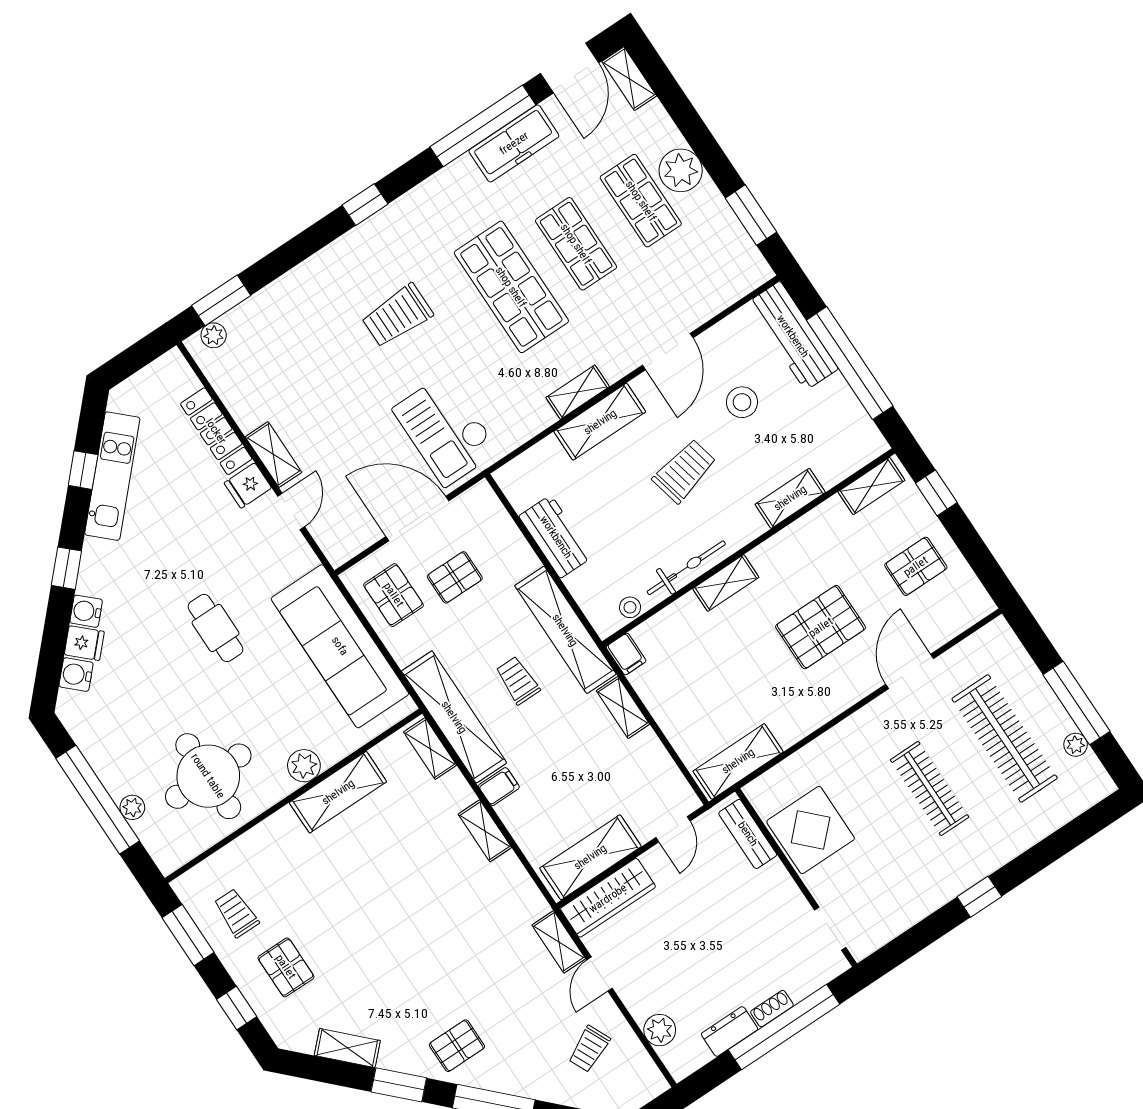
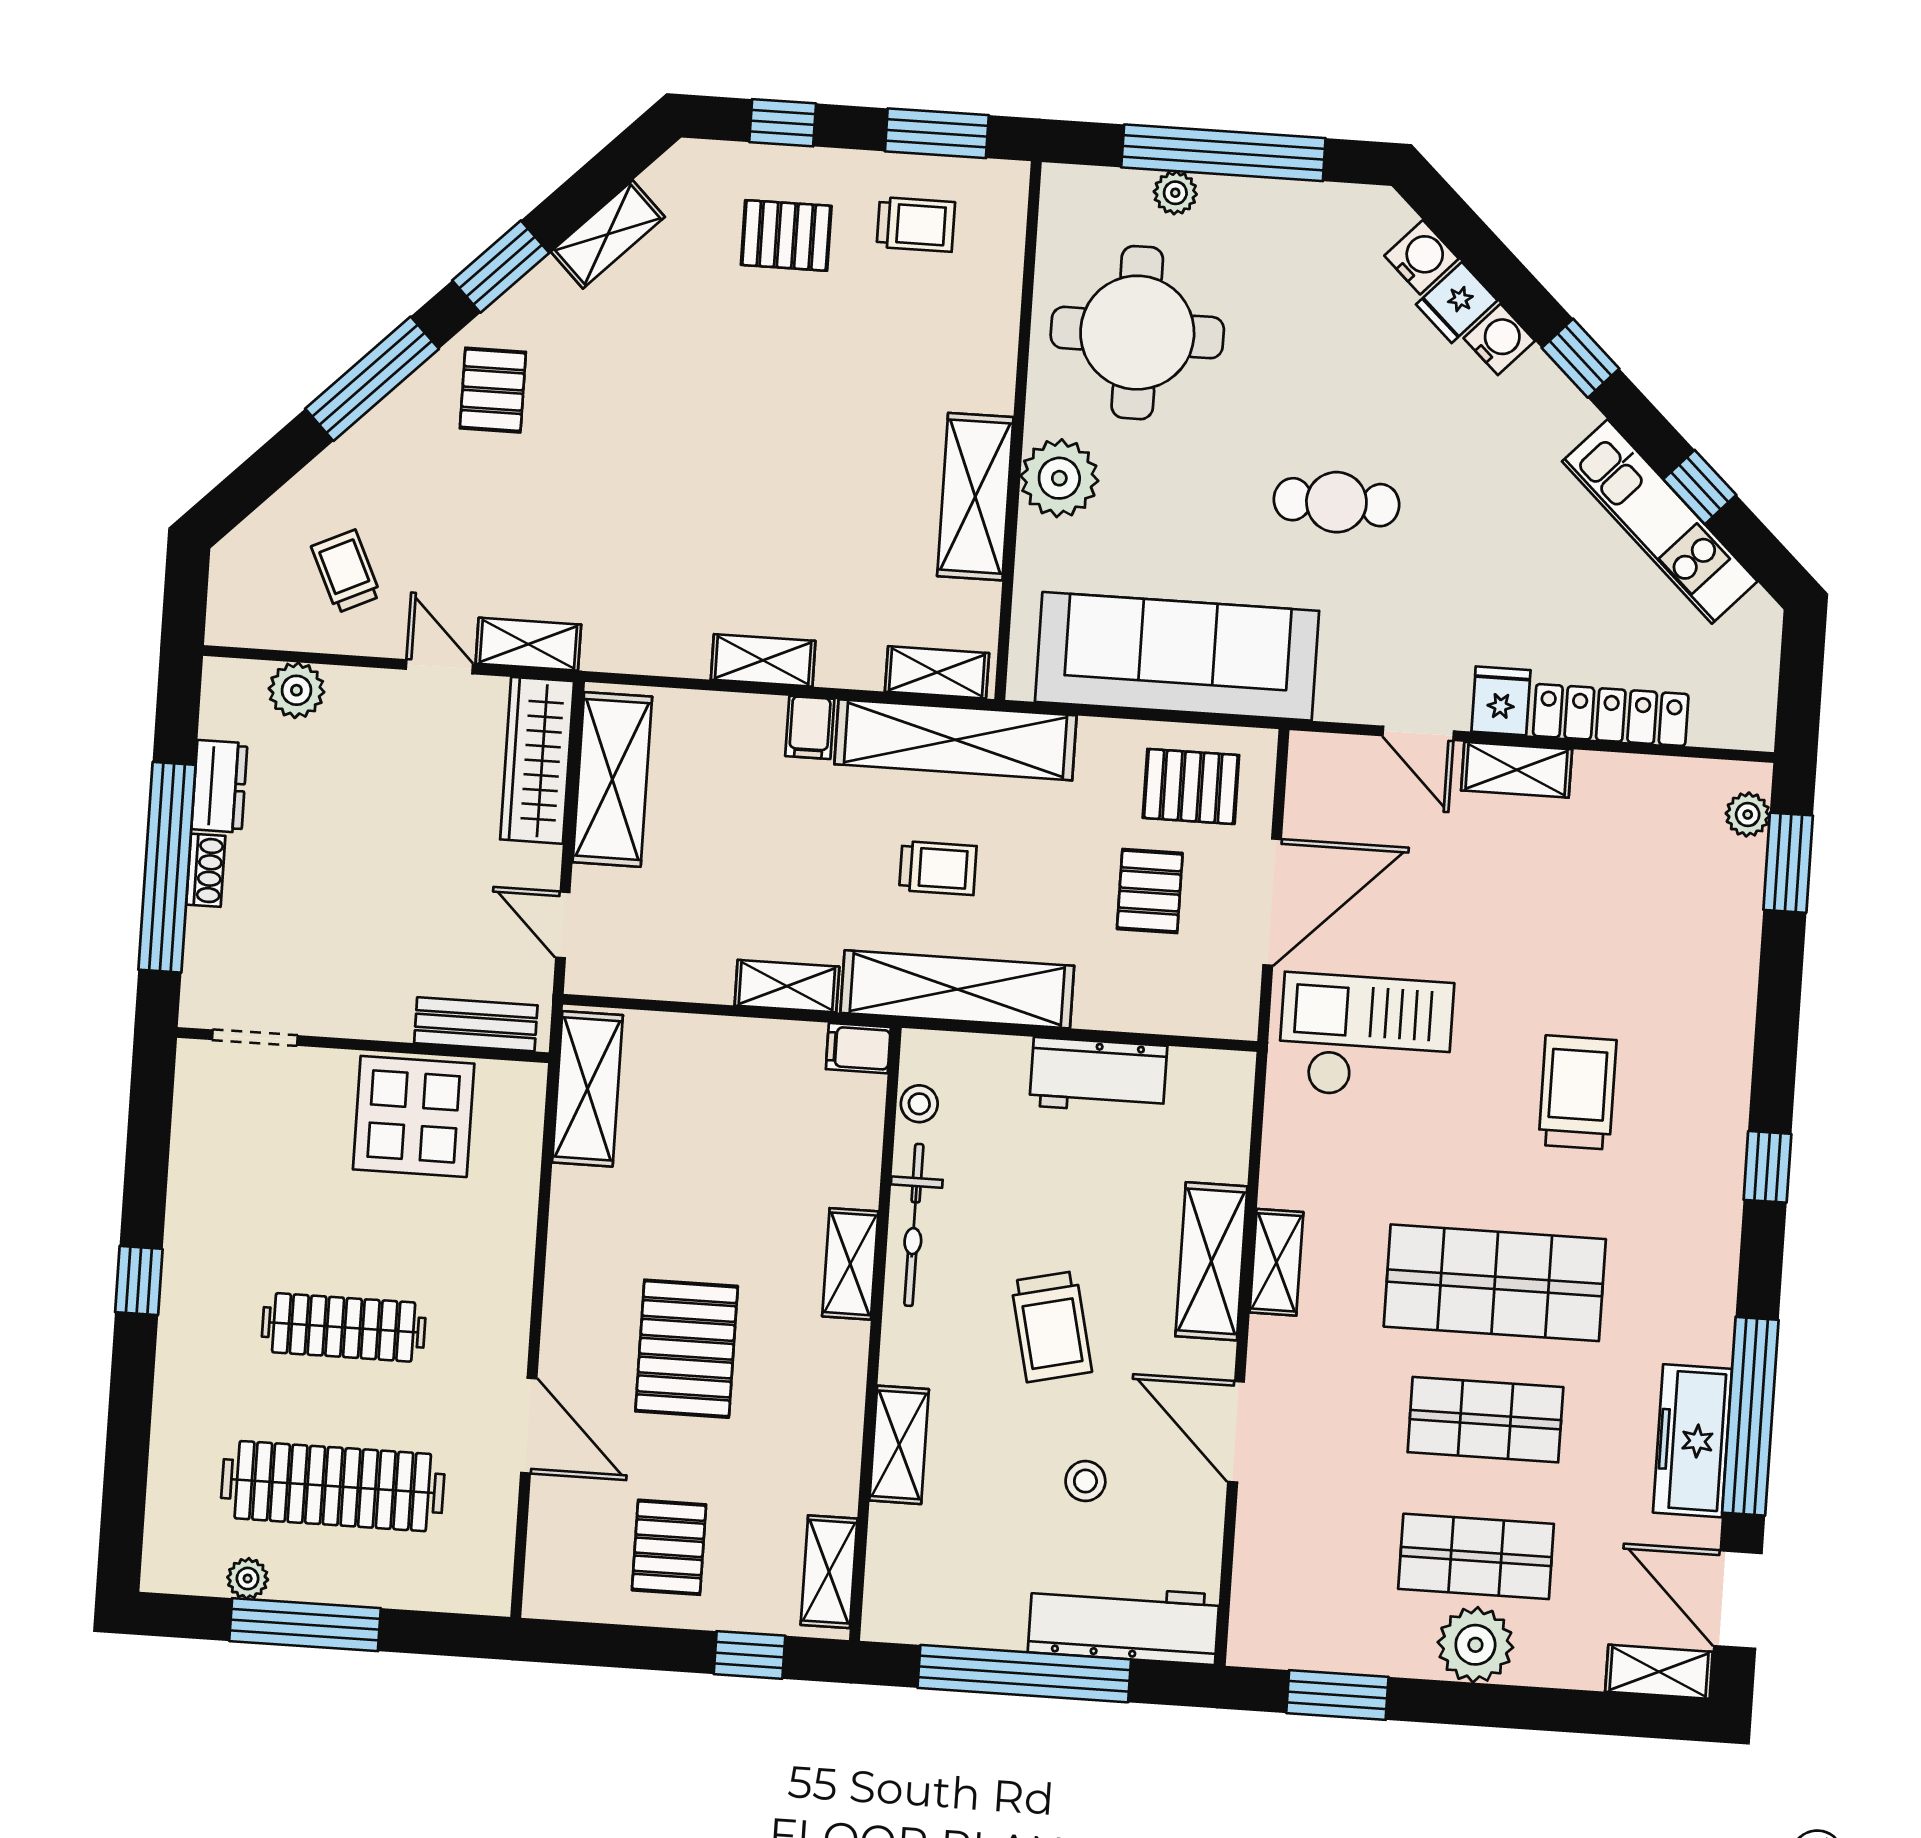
stool: (742, 402) -> (1085, 1481), width x0.73, depth x0.73
plant: (304, 766) -> (1059, 478), width x1.36, depth x1.36

